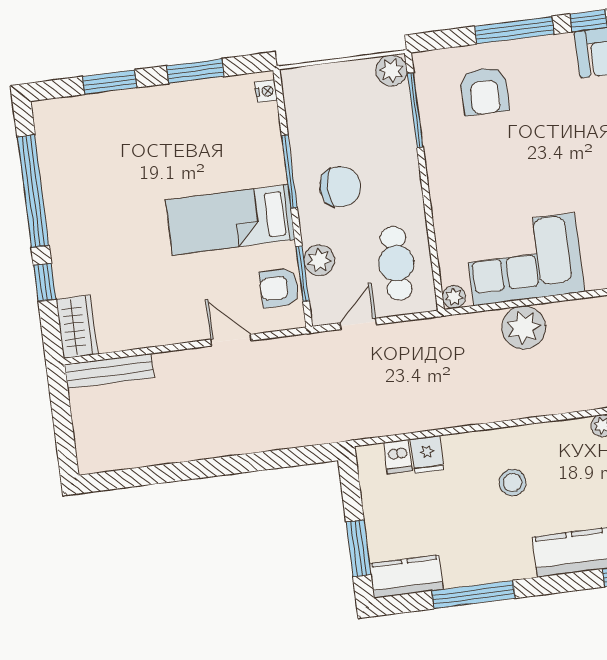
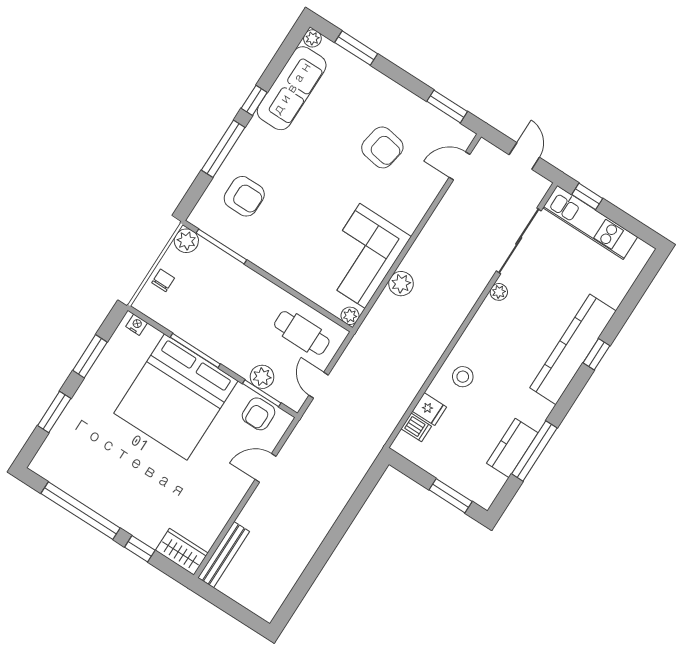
chair: (340, 187) -> (163, 280), moved, width x0.54, depth x0.54
bed: (230, 220) -> (176, 397), width x2.04
plant: (524, 327) -> (401, 284), width x0.73, depth x0.73
stool: (512, 482) -> (463, 377), moved
kitchen counter: (406, 577) -> (512, 448), moved

